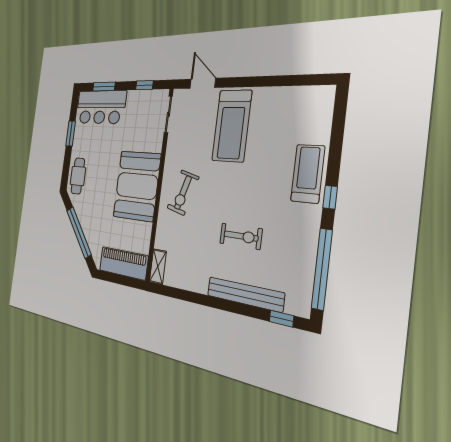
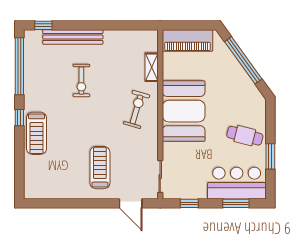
treadmill: (232, 126) -> (100, 168), width x0.73, depth x0.73
cafe table: (78, 176) -> (245, 136), moved, turned -76
exercise bike: (241, 236) -> (81, 81), turned -90
shelving: (158, 267) -> (152, 67), moved

